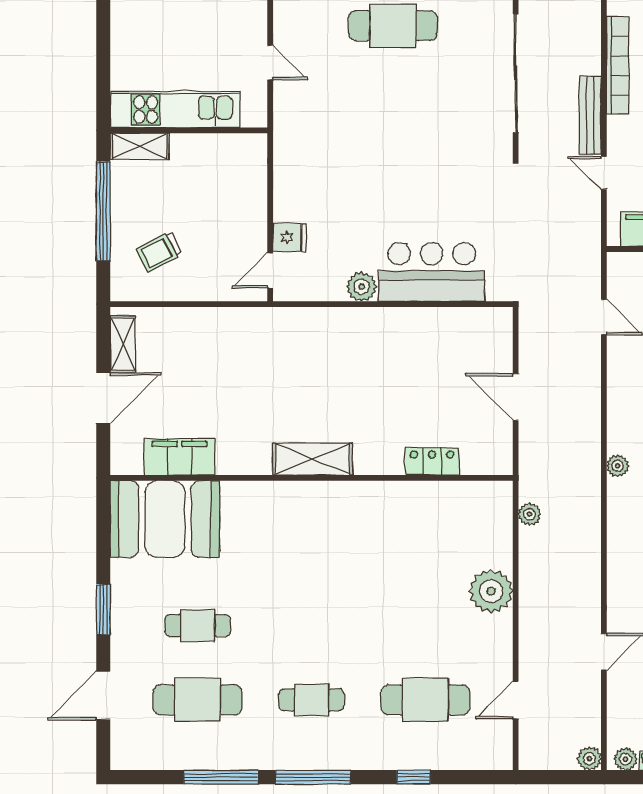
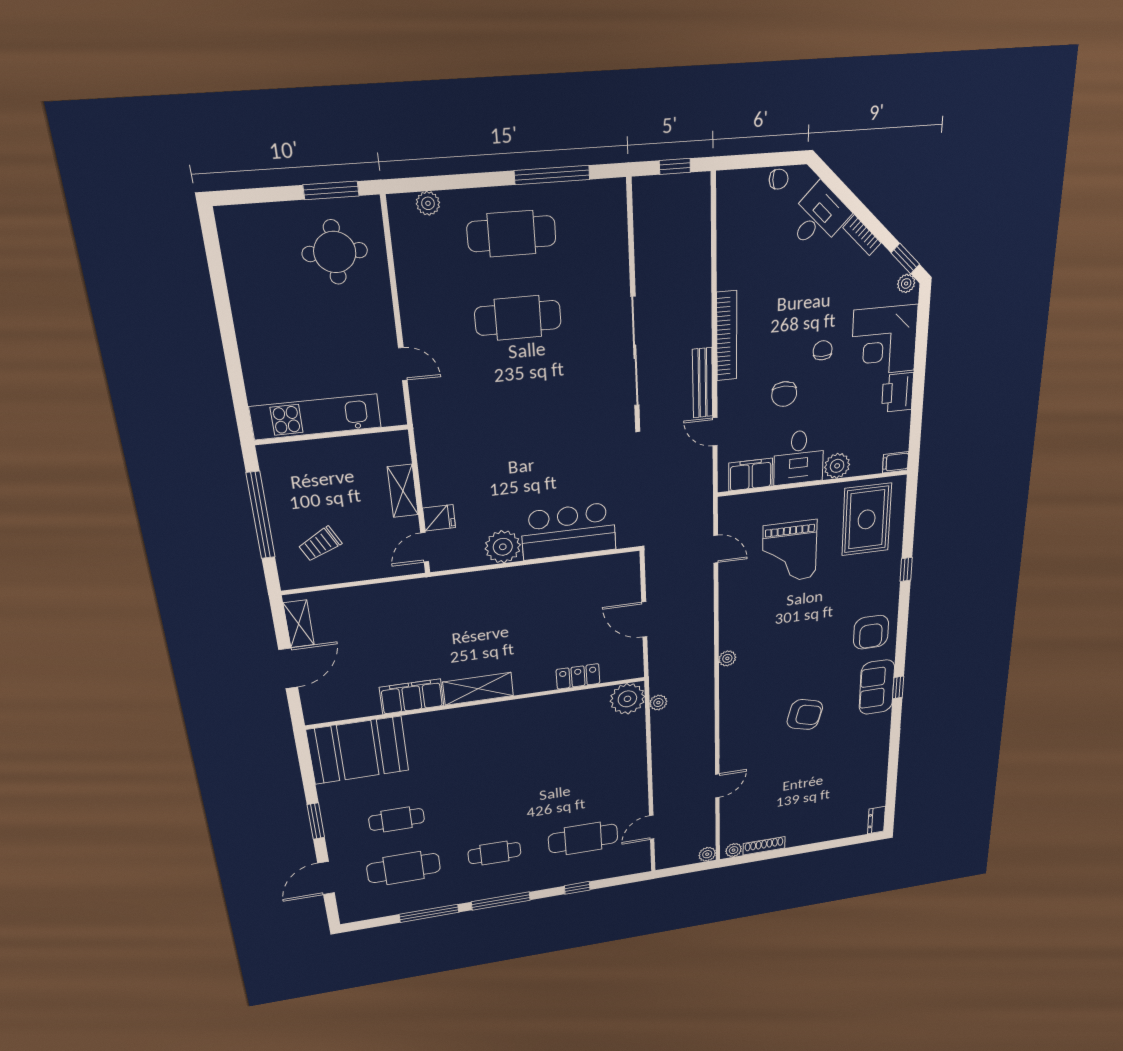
shelving: (140, 146) -> (403, 491), moved, turned 90
plant: (362, 287) -> (503, 547), width x1.36, depth x1.36
filing cabinet: (180, 457) -> (412, 696), moved
plant: (491, 591) -> (627, 699), moved

